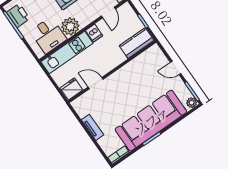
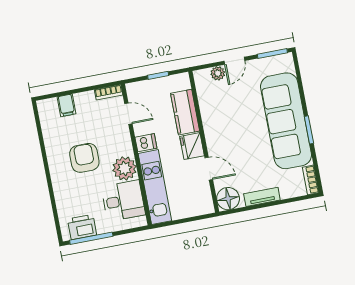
kitchen counter: (137, 43) -> (185, 112), moved
door: (96, 83) -> (209, 169), swing flipped
fridge: (71, 89) -> (192, 146), moved
plant: (192, 103) -> (218, 73), moved
floor lamp: (81, 105) -> (228, 199), added

